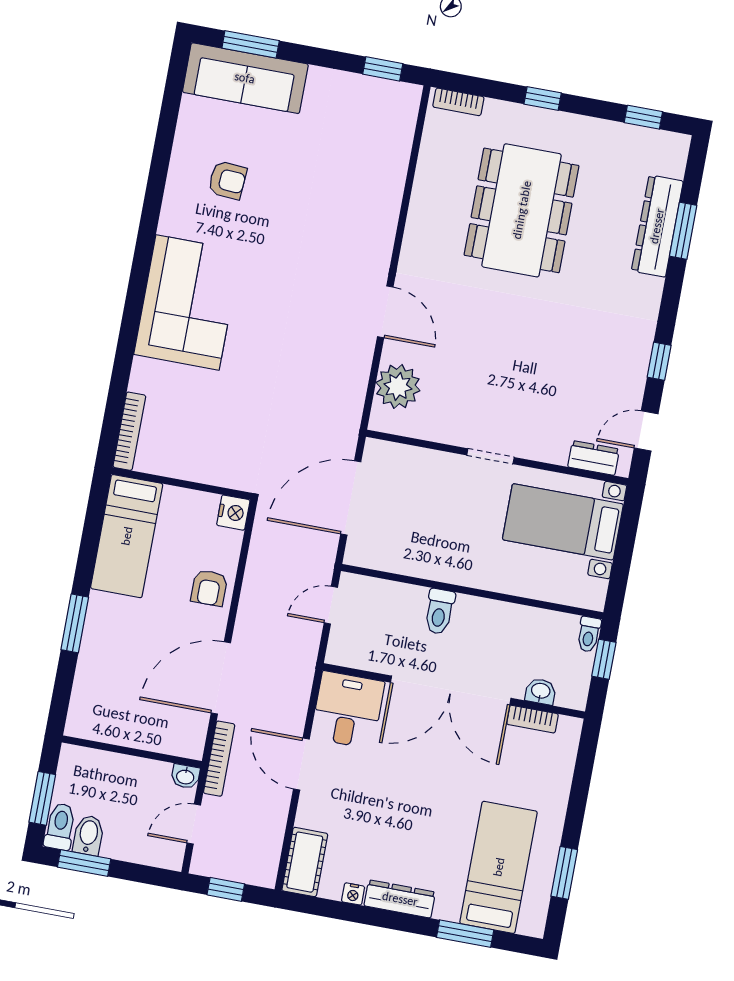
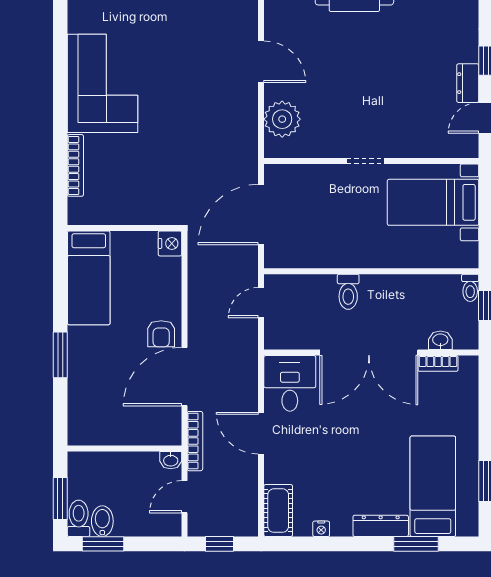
bookcase: (129, 431) -> (75, 165), moved
dresser: (593, 458) -> (468, 83), moved, turned -90
armchair: (209, 588) -> (161, 334), moved
dresser: (400, 899) -> (381, 526), moved

